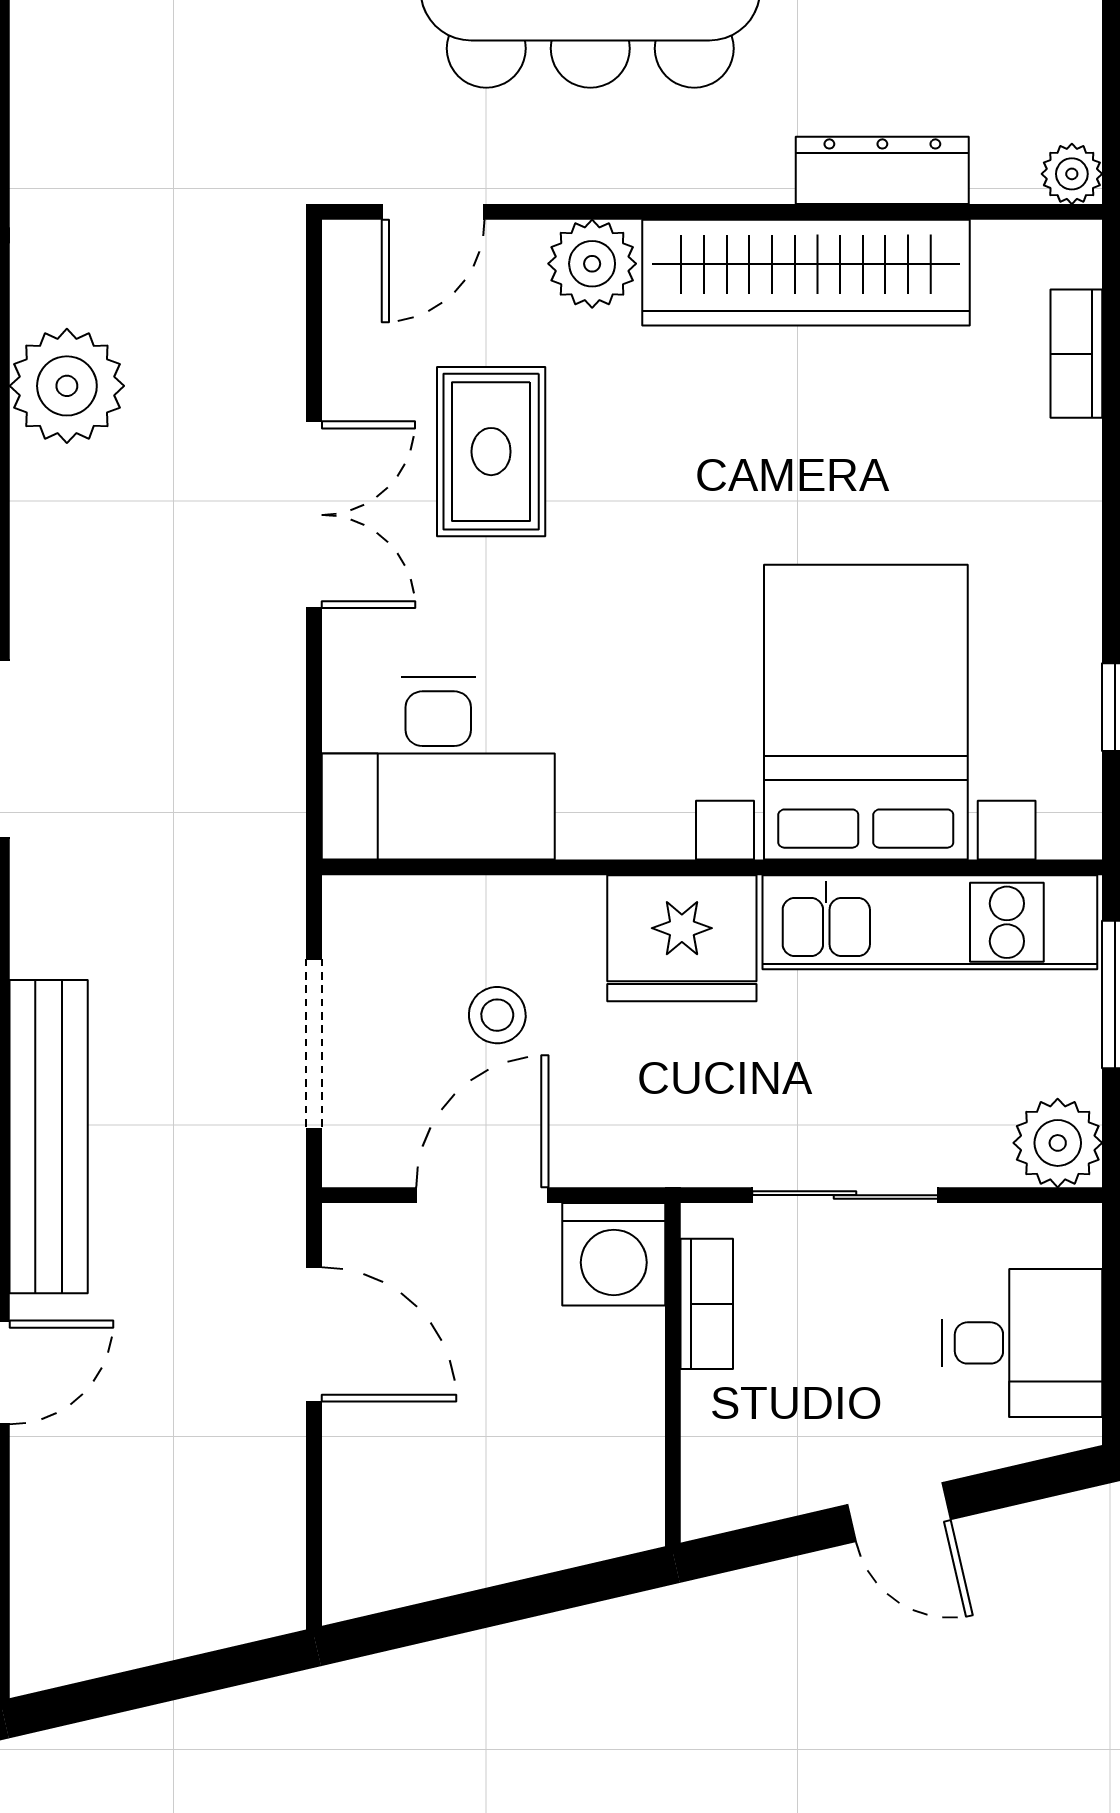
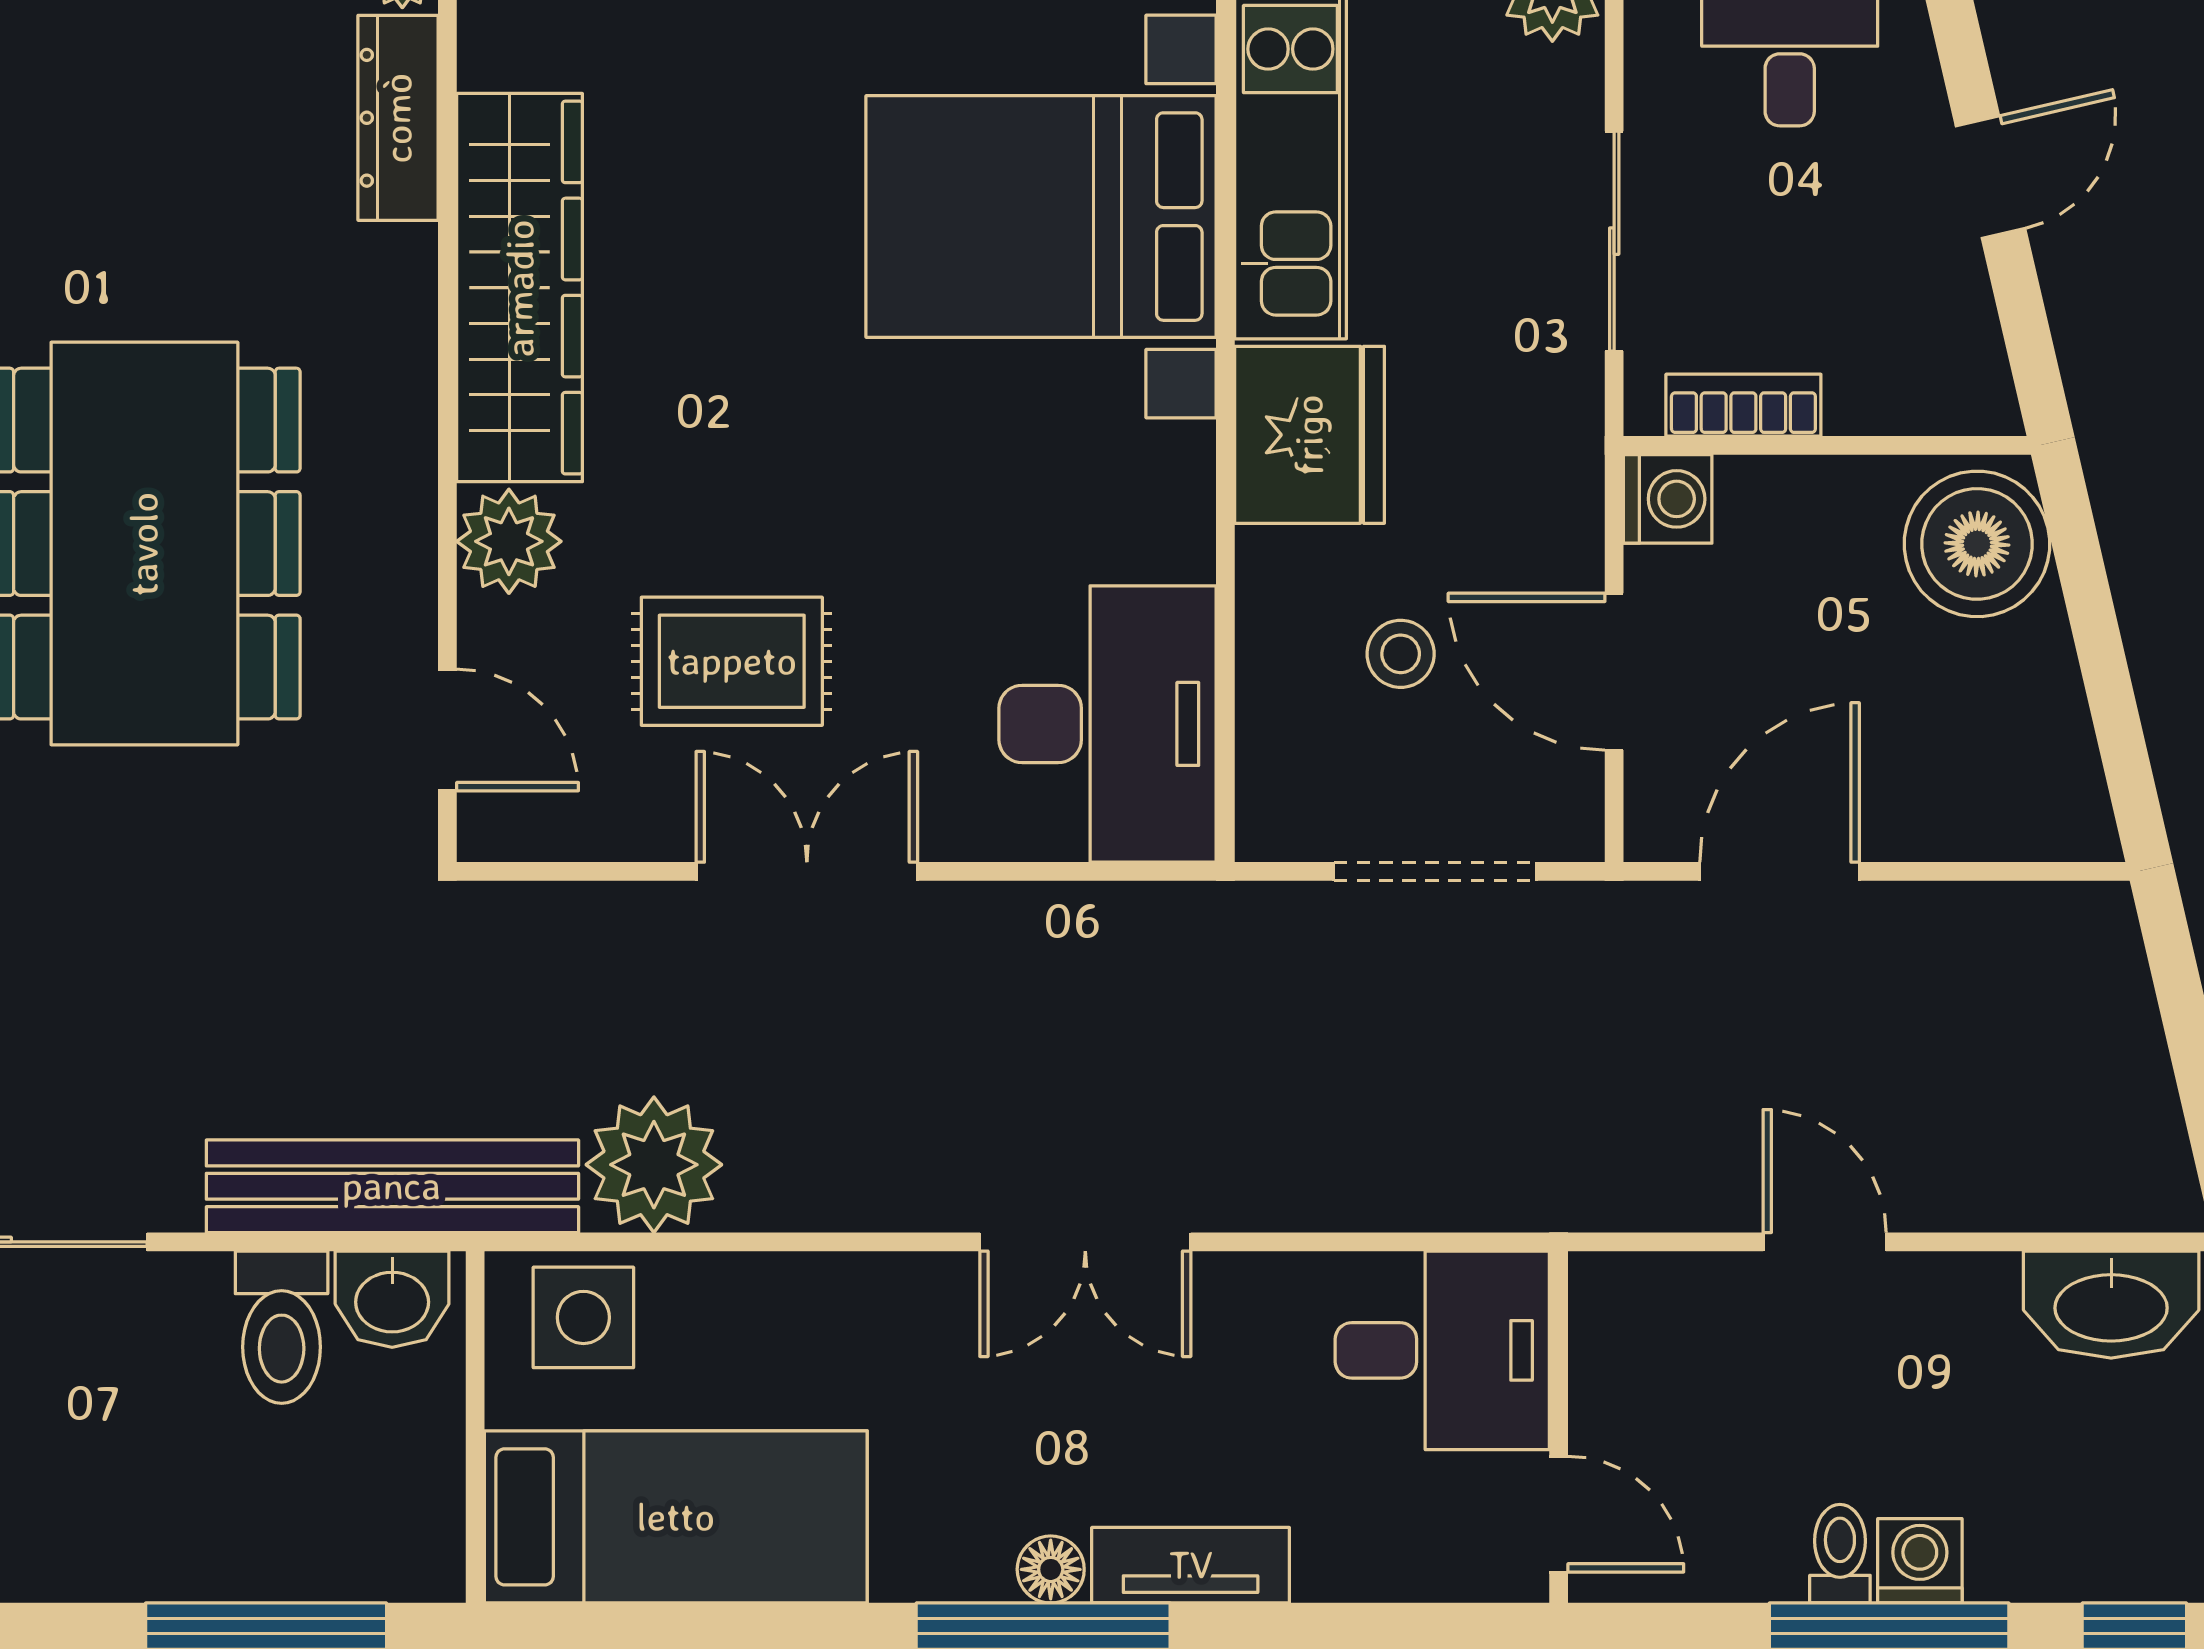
dresser: (882, 170) -> (398, 118), moved
bench: (49, 1137) -> (392, 1186), moved
washing machine: (614, 1254) -> (1668, 499), width x0.73, depth x0.73
boiler: (590, 1501) -> (1977, 544), added

